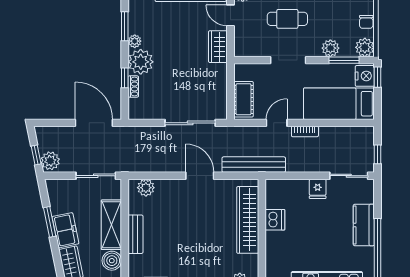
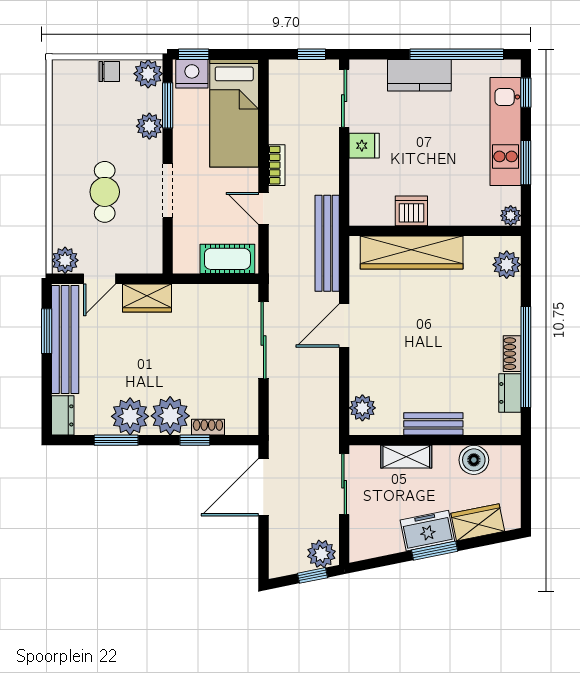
plant: (135, 41) -> (130, 416), width x1.88, depth x1.88
window: (50, 222) -> (435, 551), moved
shelving: (111, 225) -> (406, 457), width x0.67, depth x0.75

